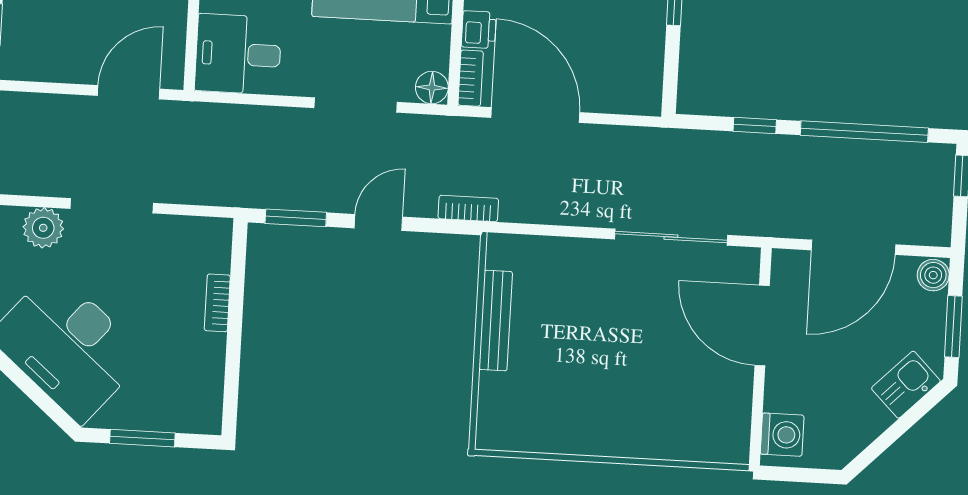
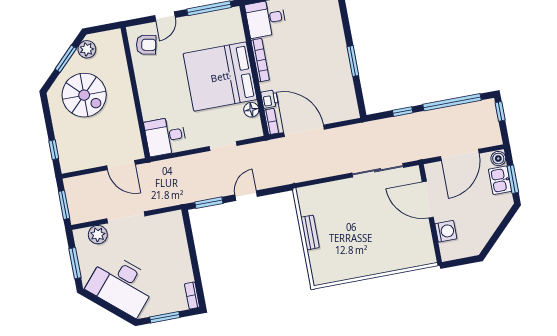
floor lamp: (432, 88) -> (251, 110), moved
door: (129, 92) -> (121, 165), swing flipped
doorway: (356, 105) -> (223, 146), width x0.73
bookcase: (468, 208) -> (284, 180), removed
bookcase: (217, 303) -> (192, 296), moved
bench: (496, 321) -> (310, 232), width x0.73
kitchen sink: (906, 385) -> (500, 180), moved, turned -45
washing machine: (782, 435) -> (446, 231), moved

